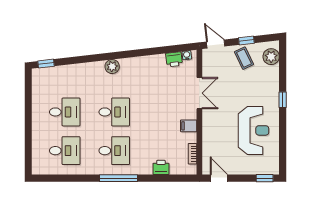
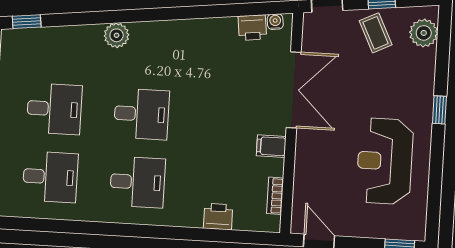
plant: (112, 67) -> (117, 35), moved
double door: (199, 93) -> (294, 90), width x1.37
reception desk: (253, 130) -> (385, 161), turned 180
window: (119, 178) -> (142, 231), removed

